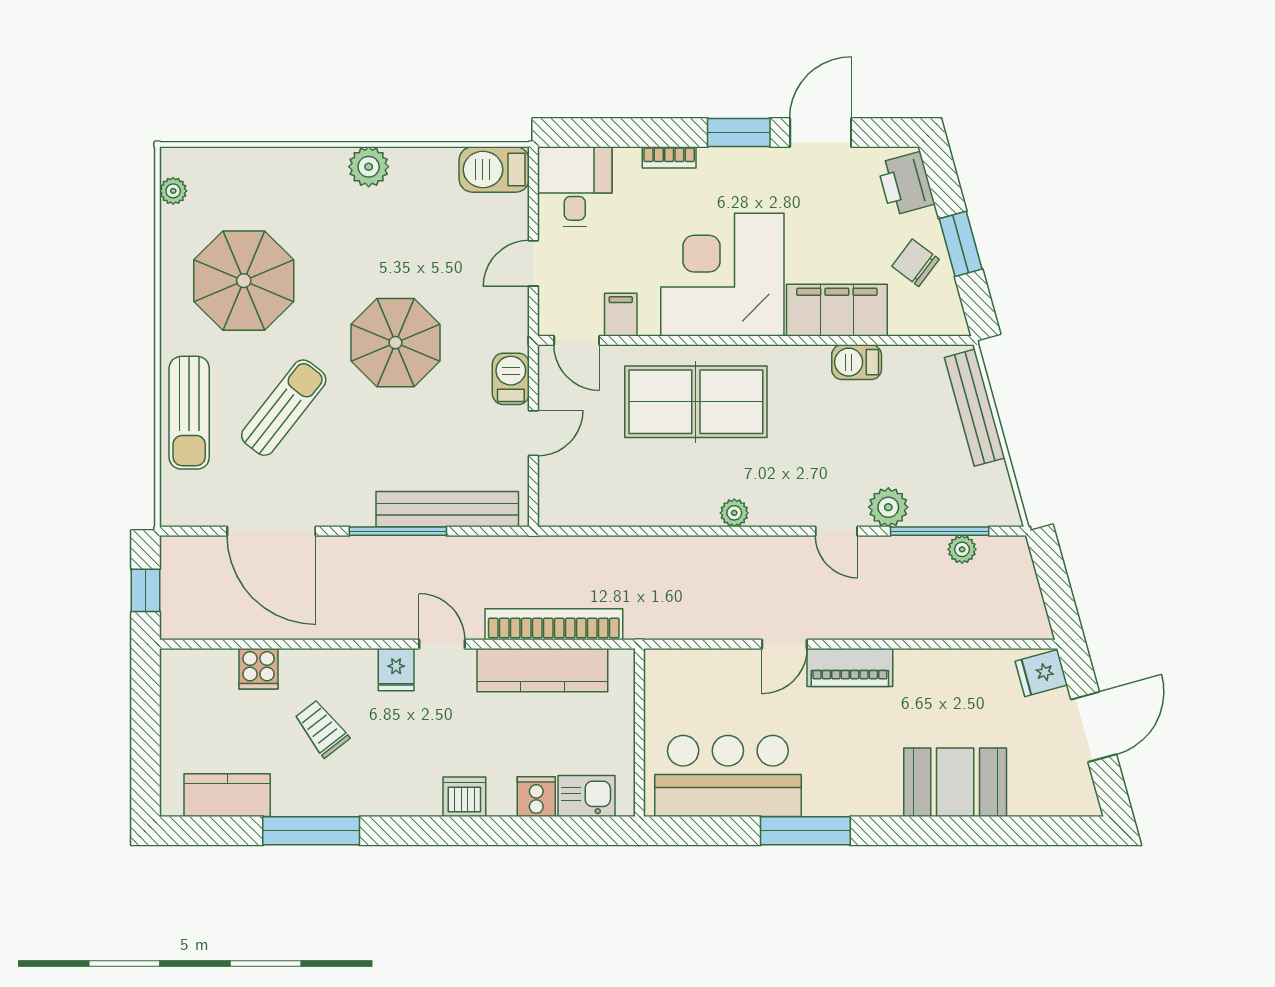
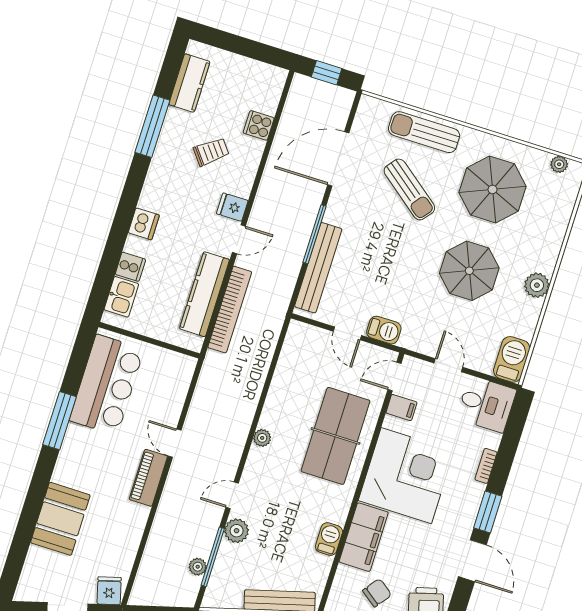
parasol: (395, 343) -> (469, 271), moved

